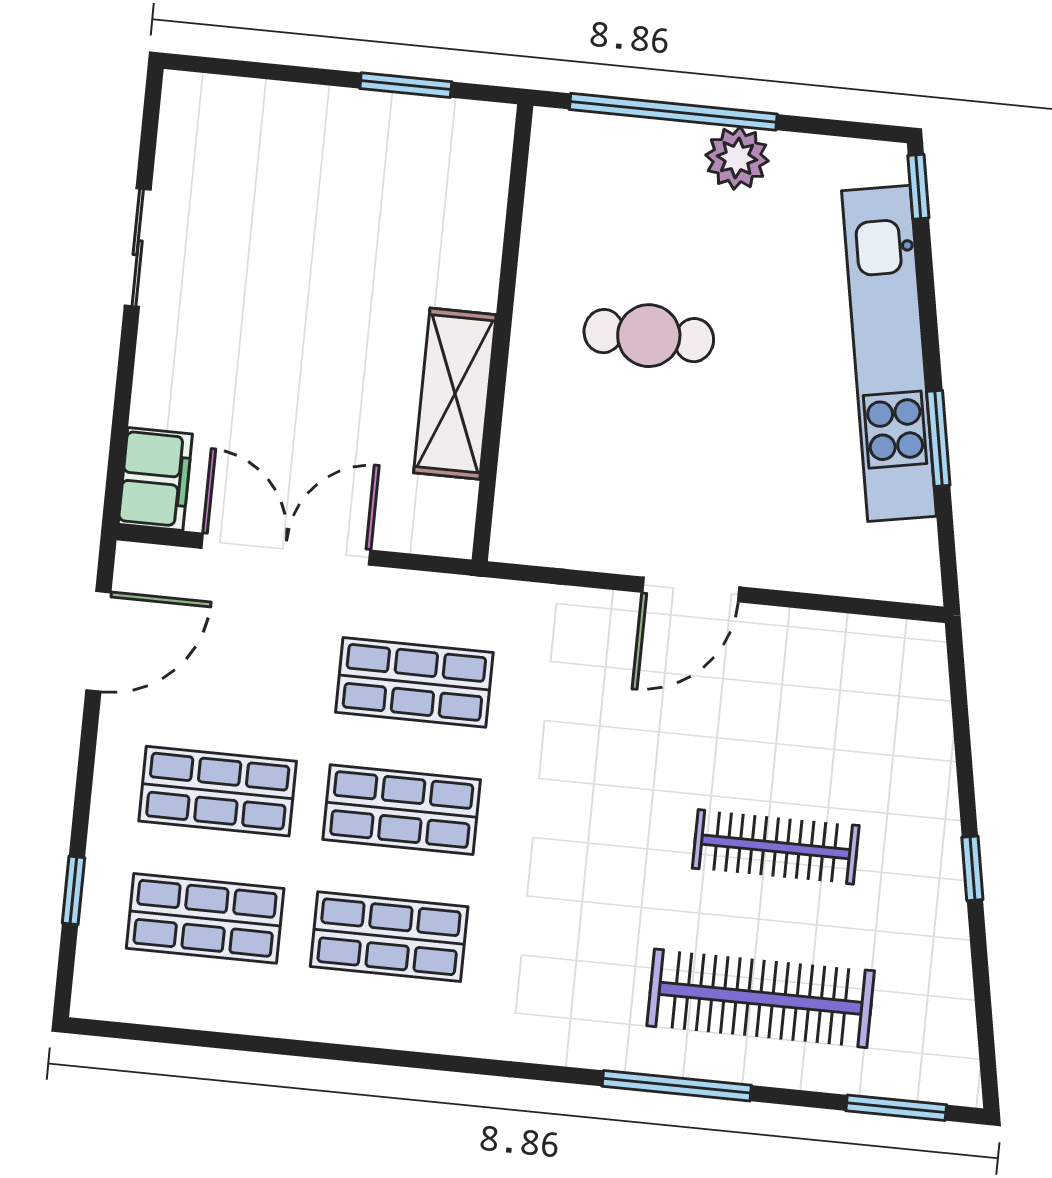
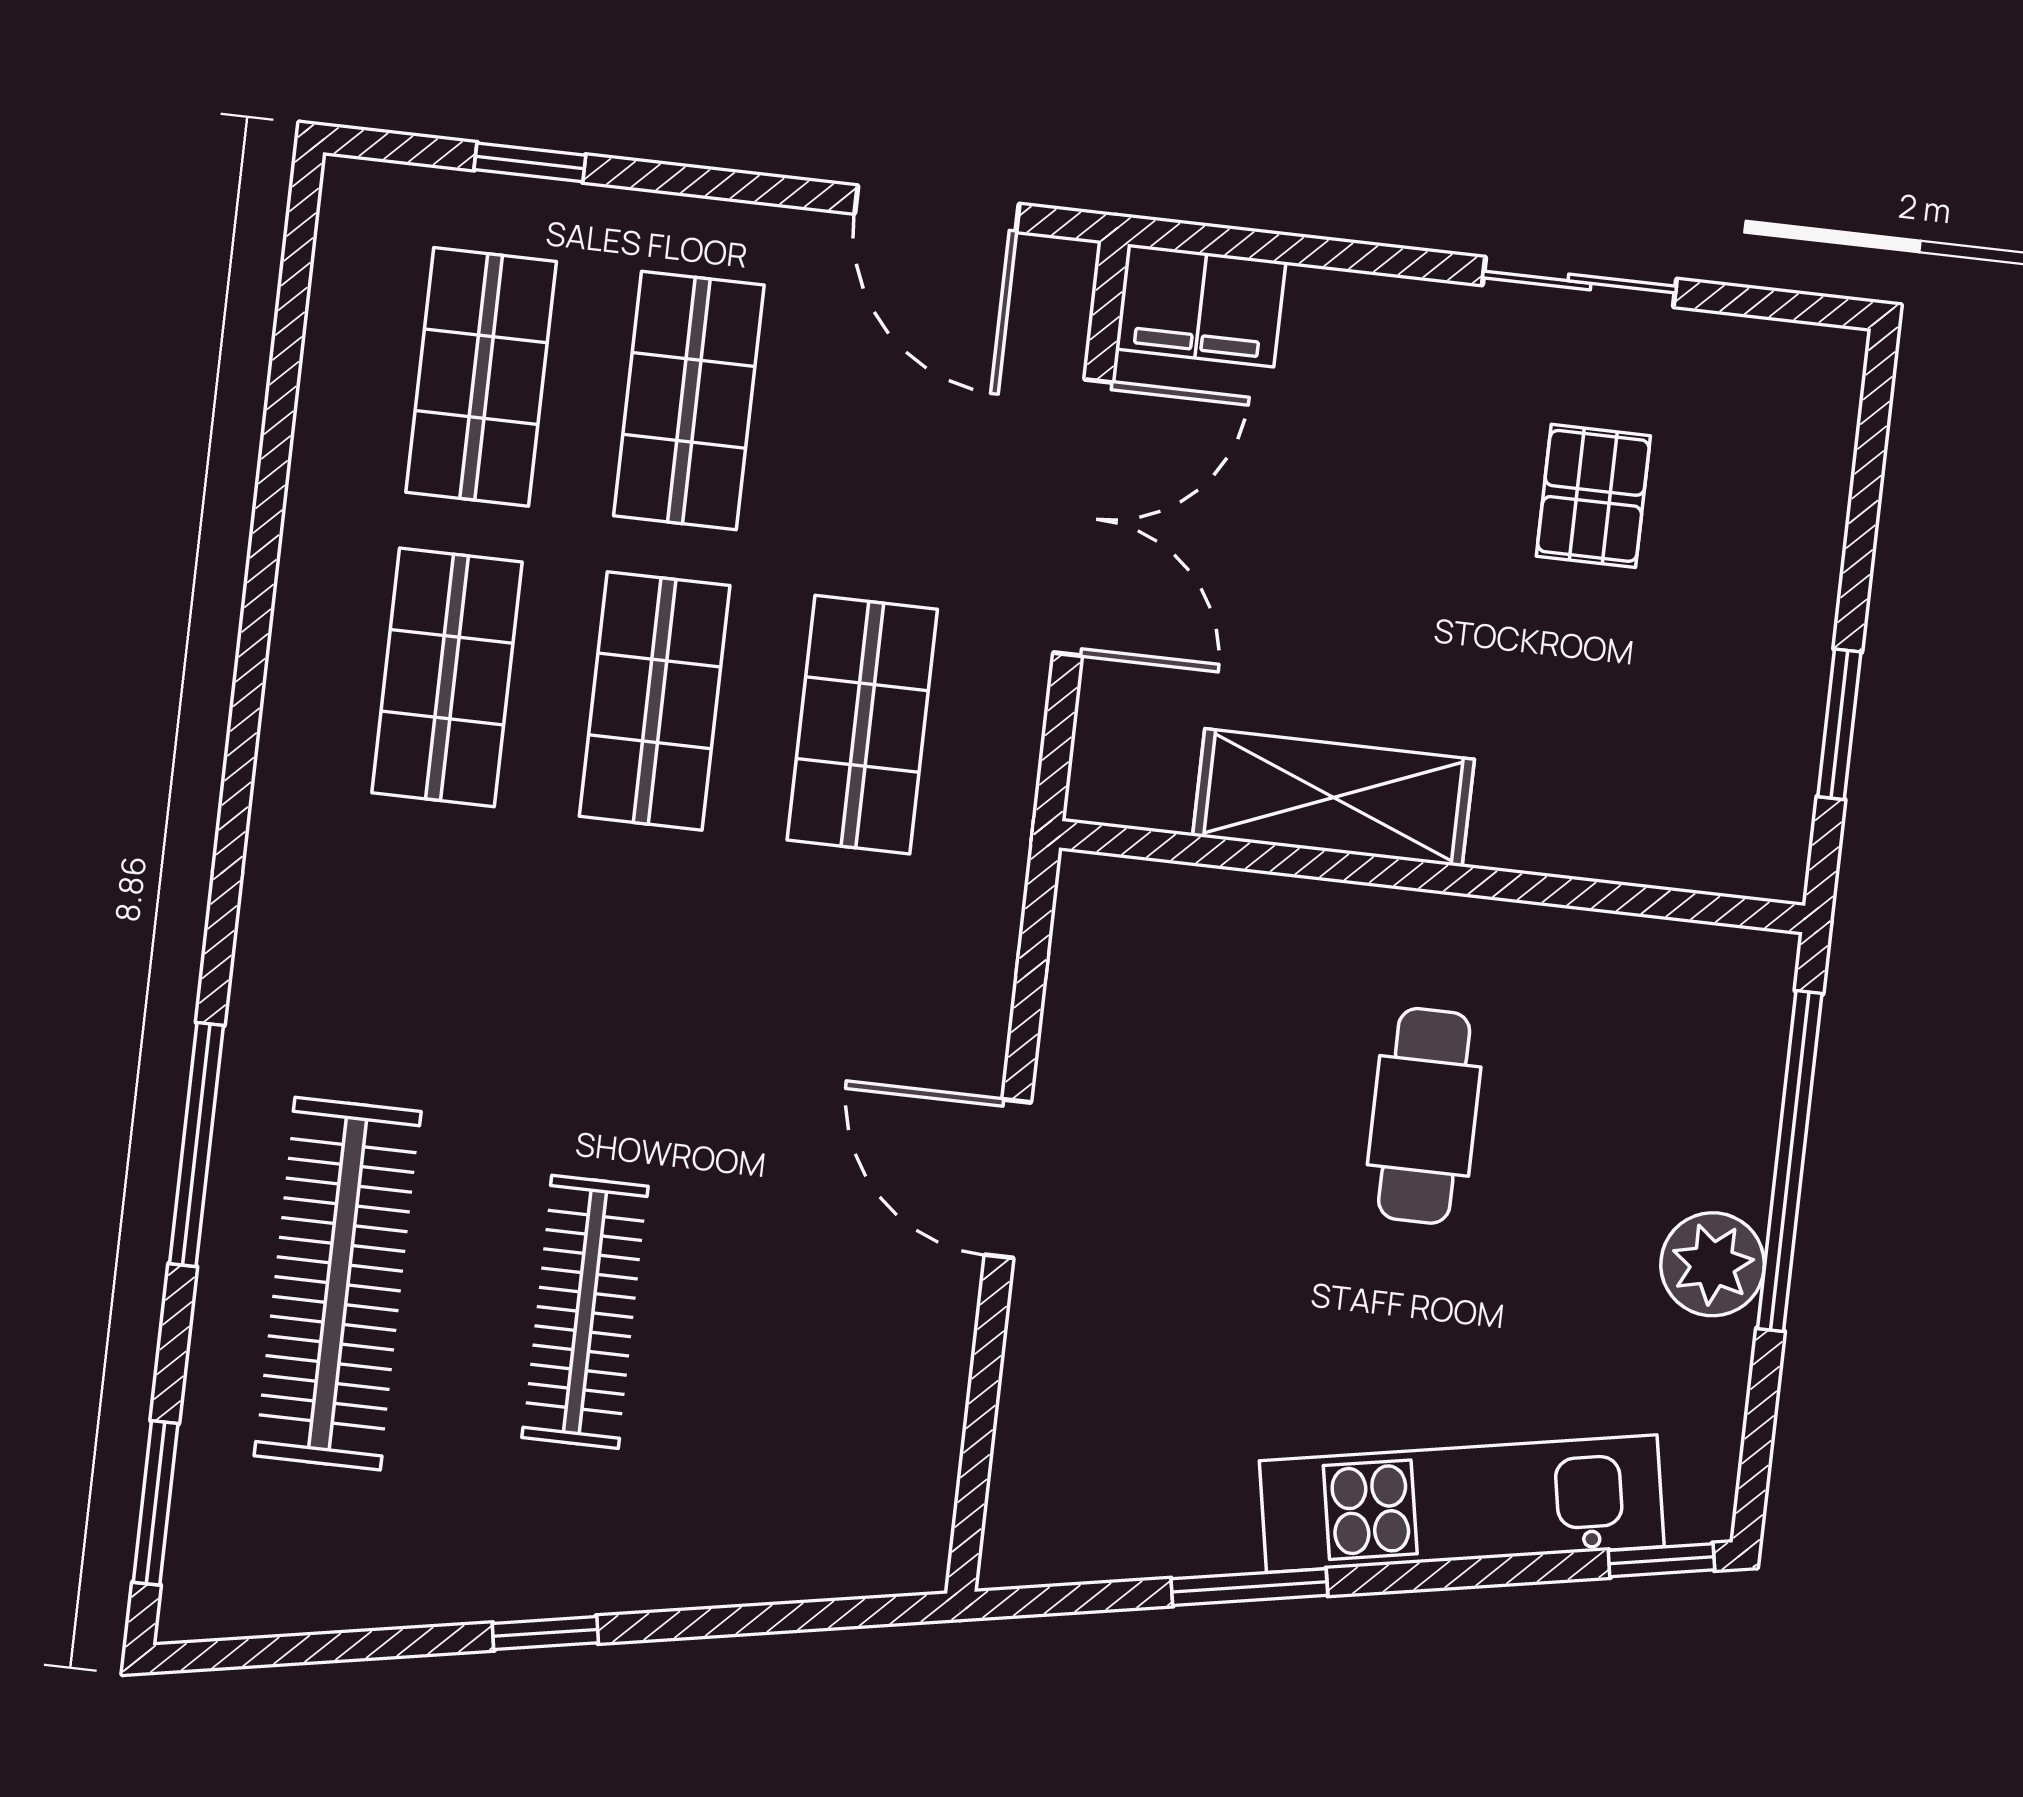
pallet: (268, 237) -> (1593, 496), added
kitchen unit: (889, 353) -> (1462, 1504), width x0.73

